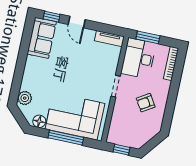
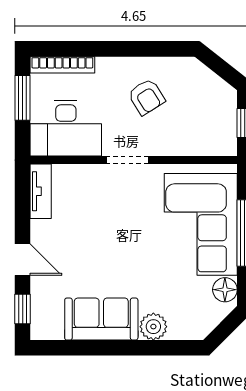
door: (77, 22) -> (23, 260), hinge flipped
window: (148, 37) -> (23, 98), moved
sofa: (42, 38) -> (101, 319), moved
plant: (25, 98) -> (153, 327), moved

